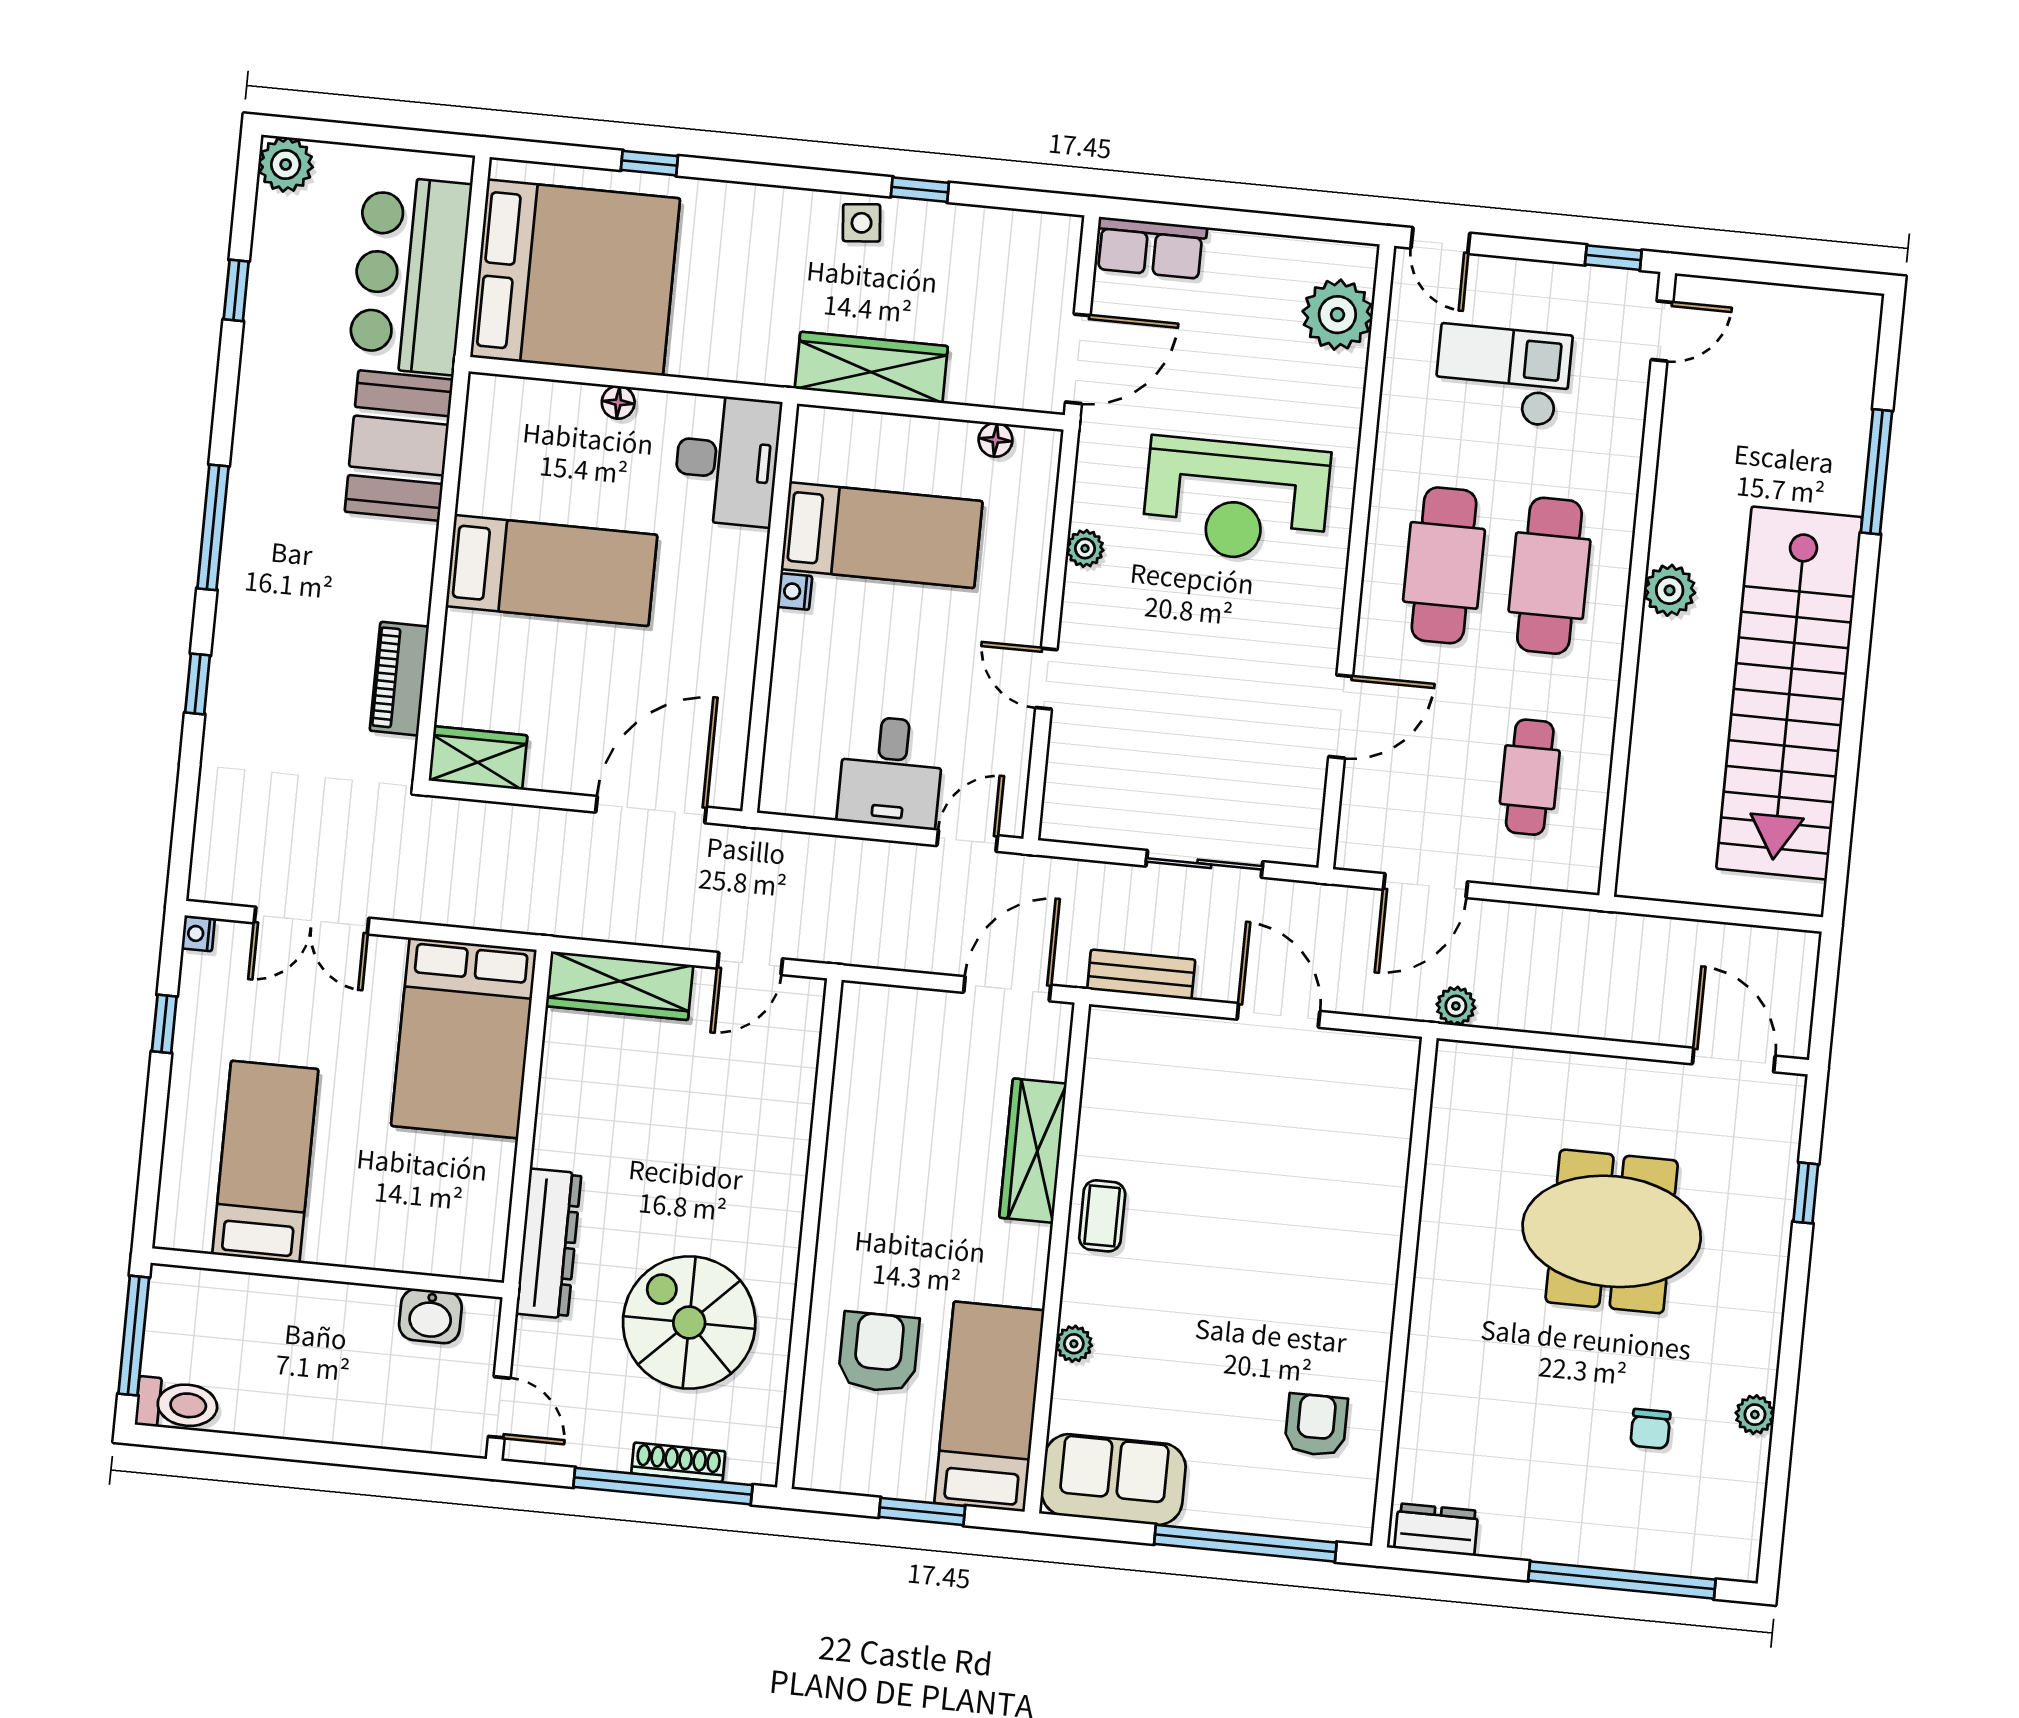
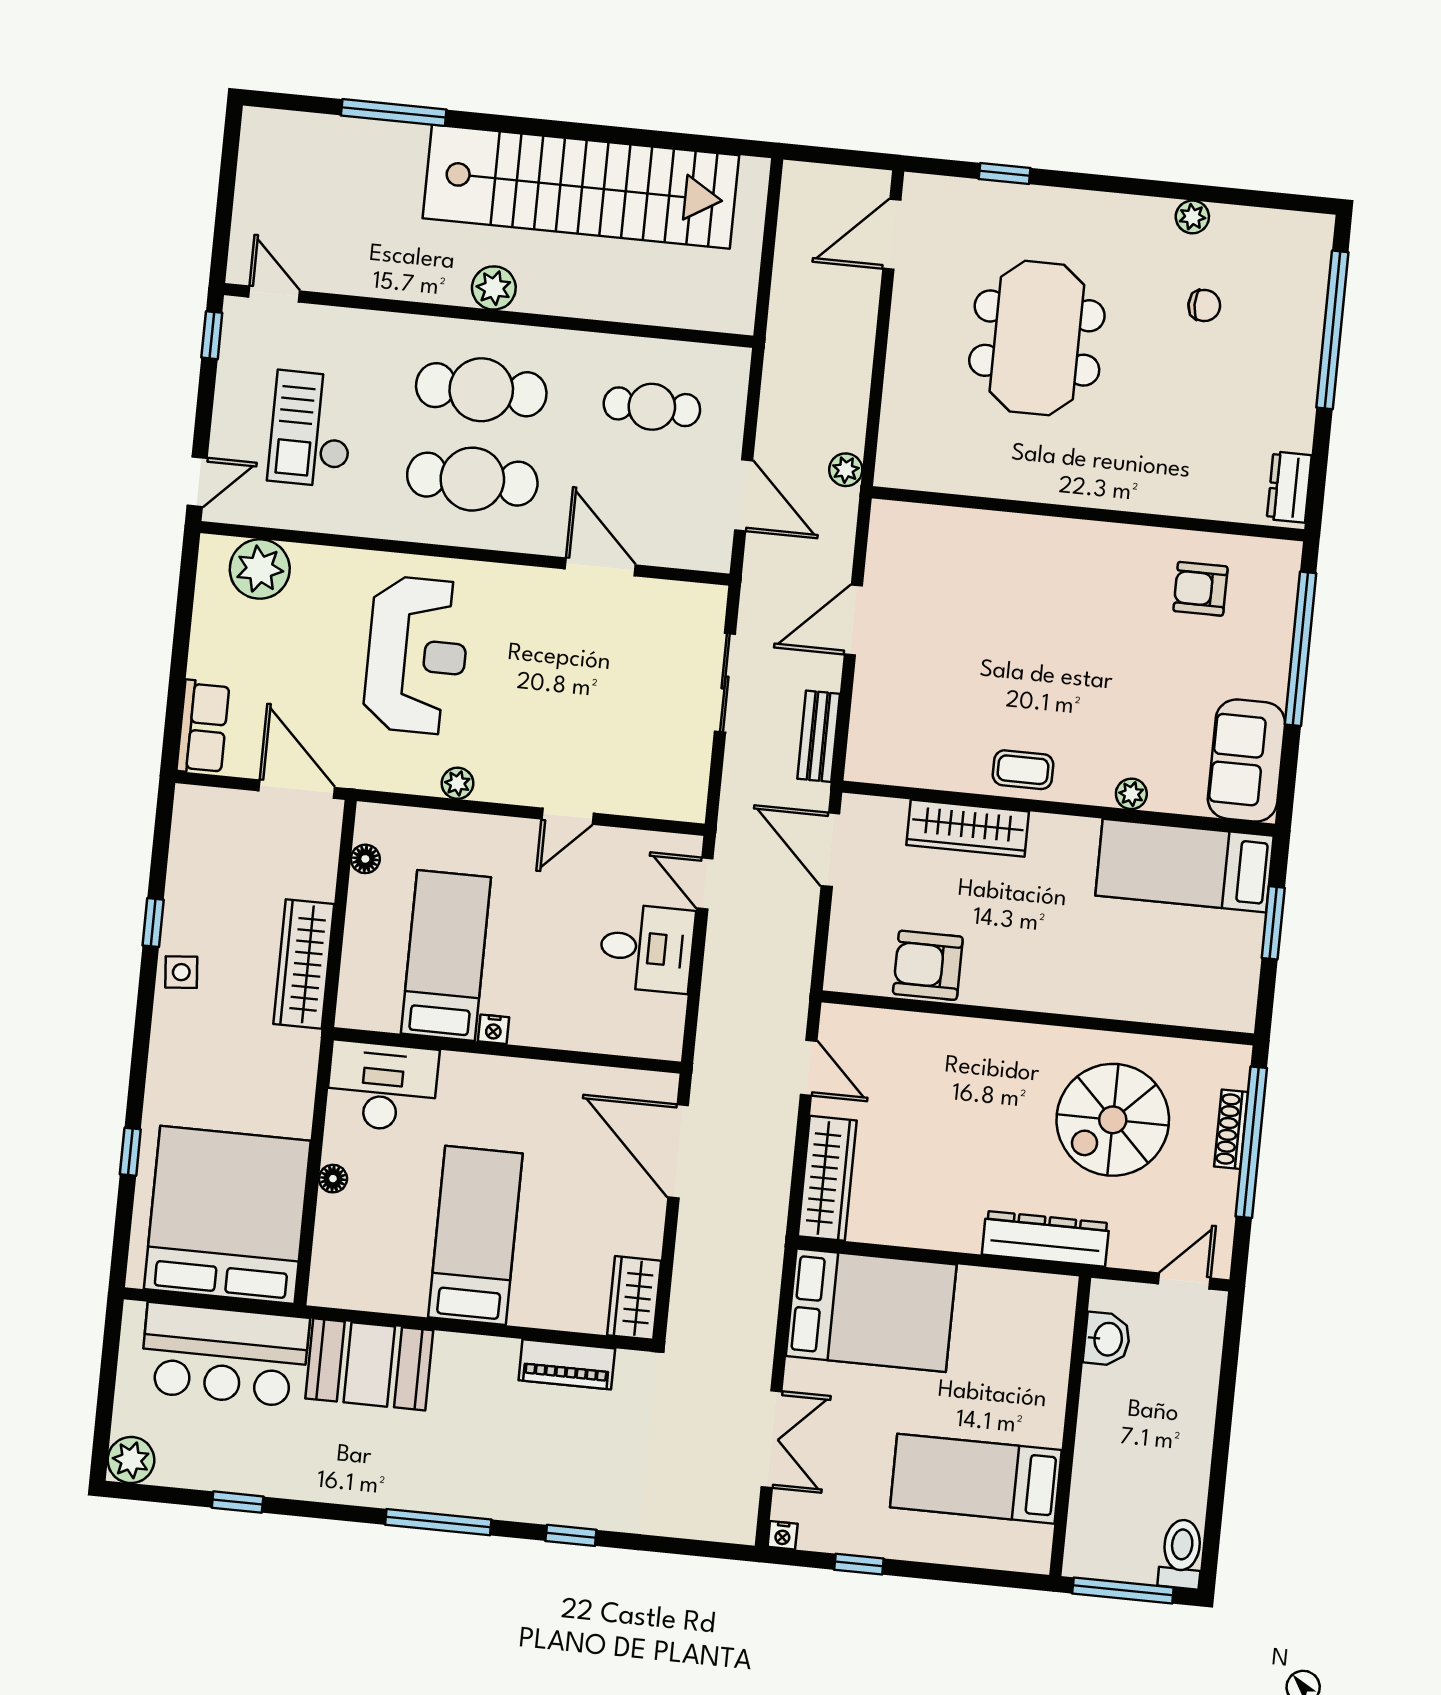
armchair: (879, 1352) -> (928, 965), moved

